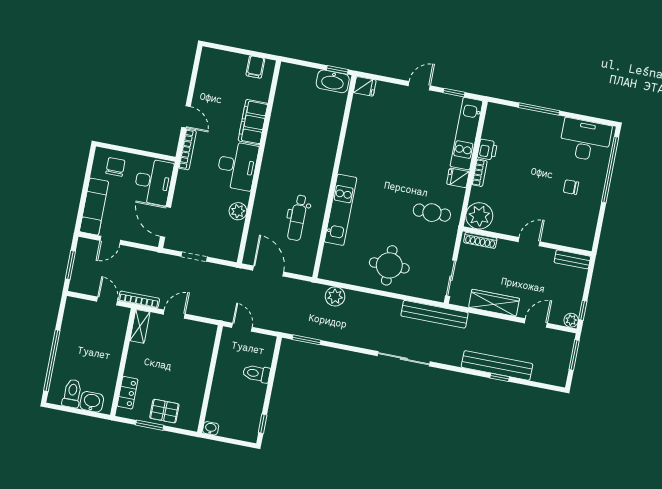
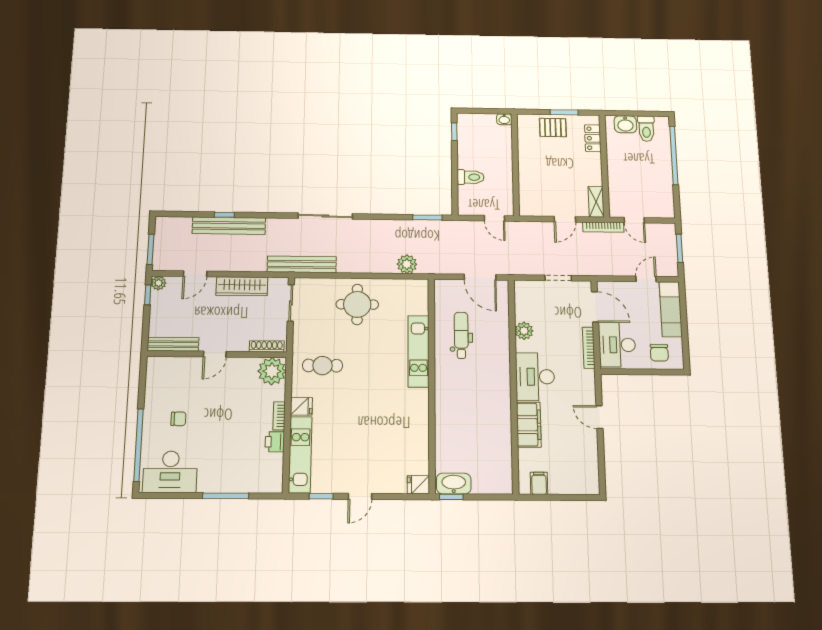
bookcase: (187, 149) -> (589, 348), moved
bench: (572, 259) -> (173, 344), width x1.36

